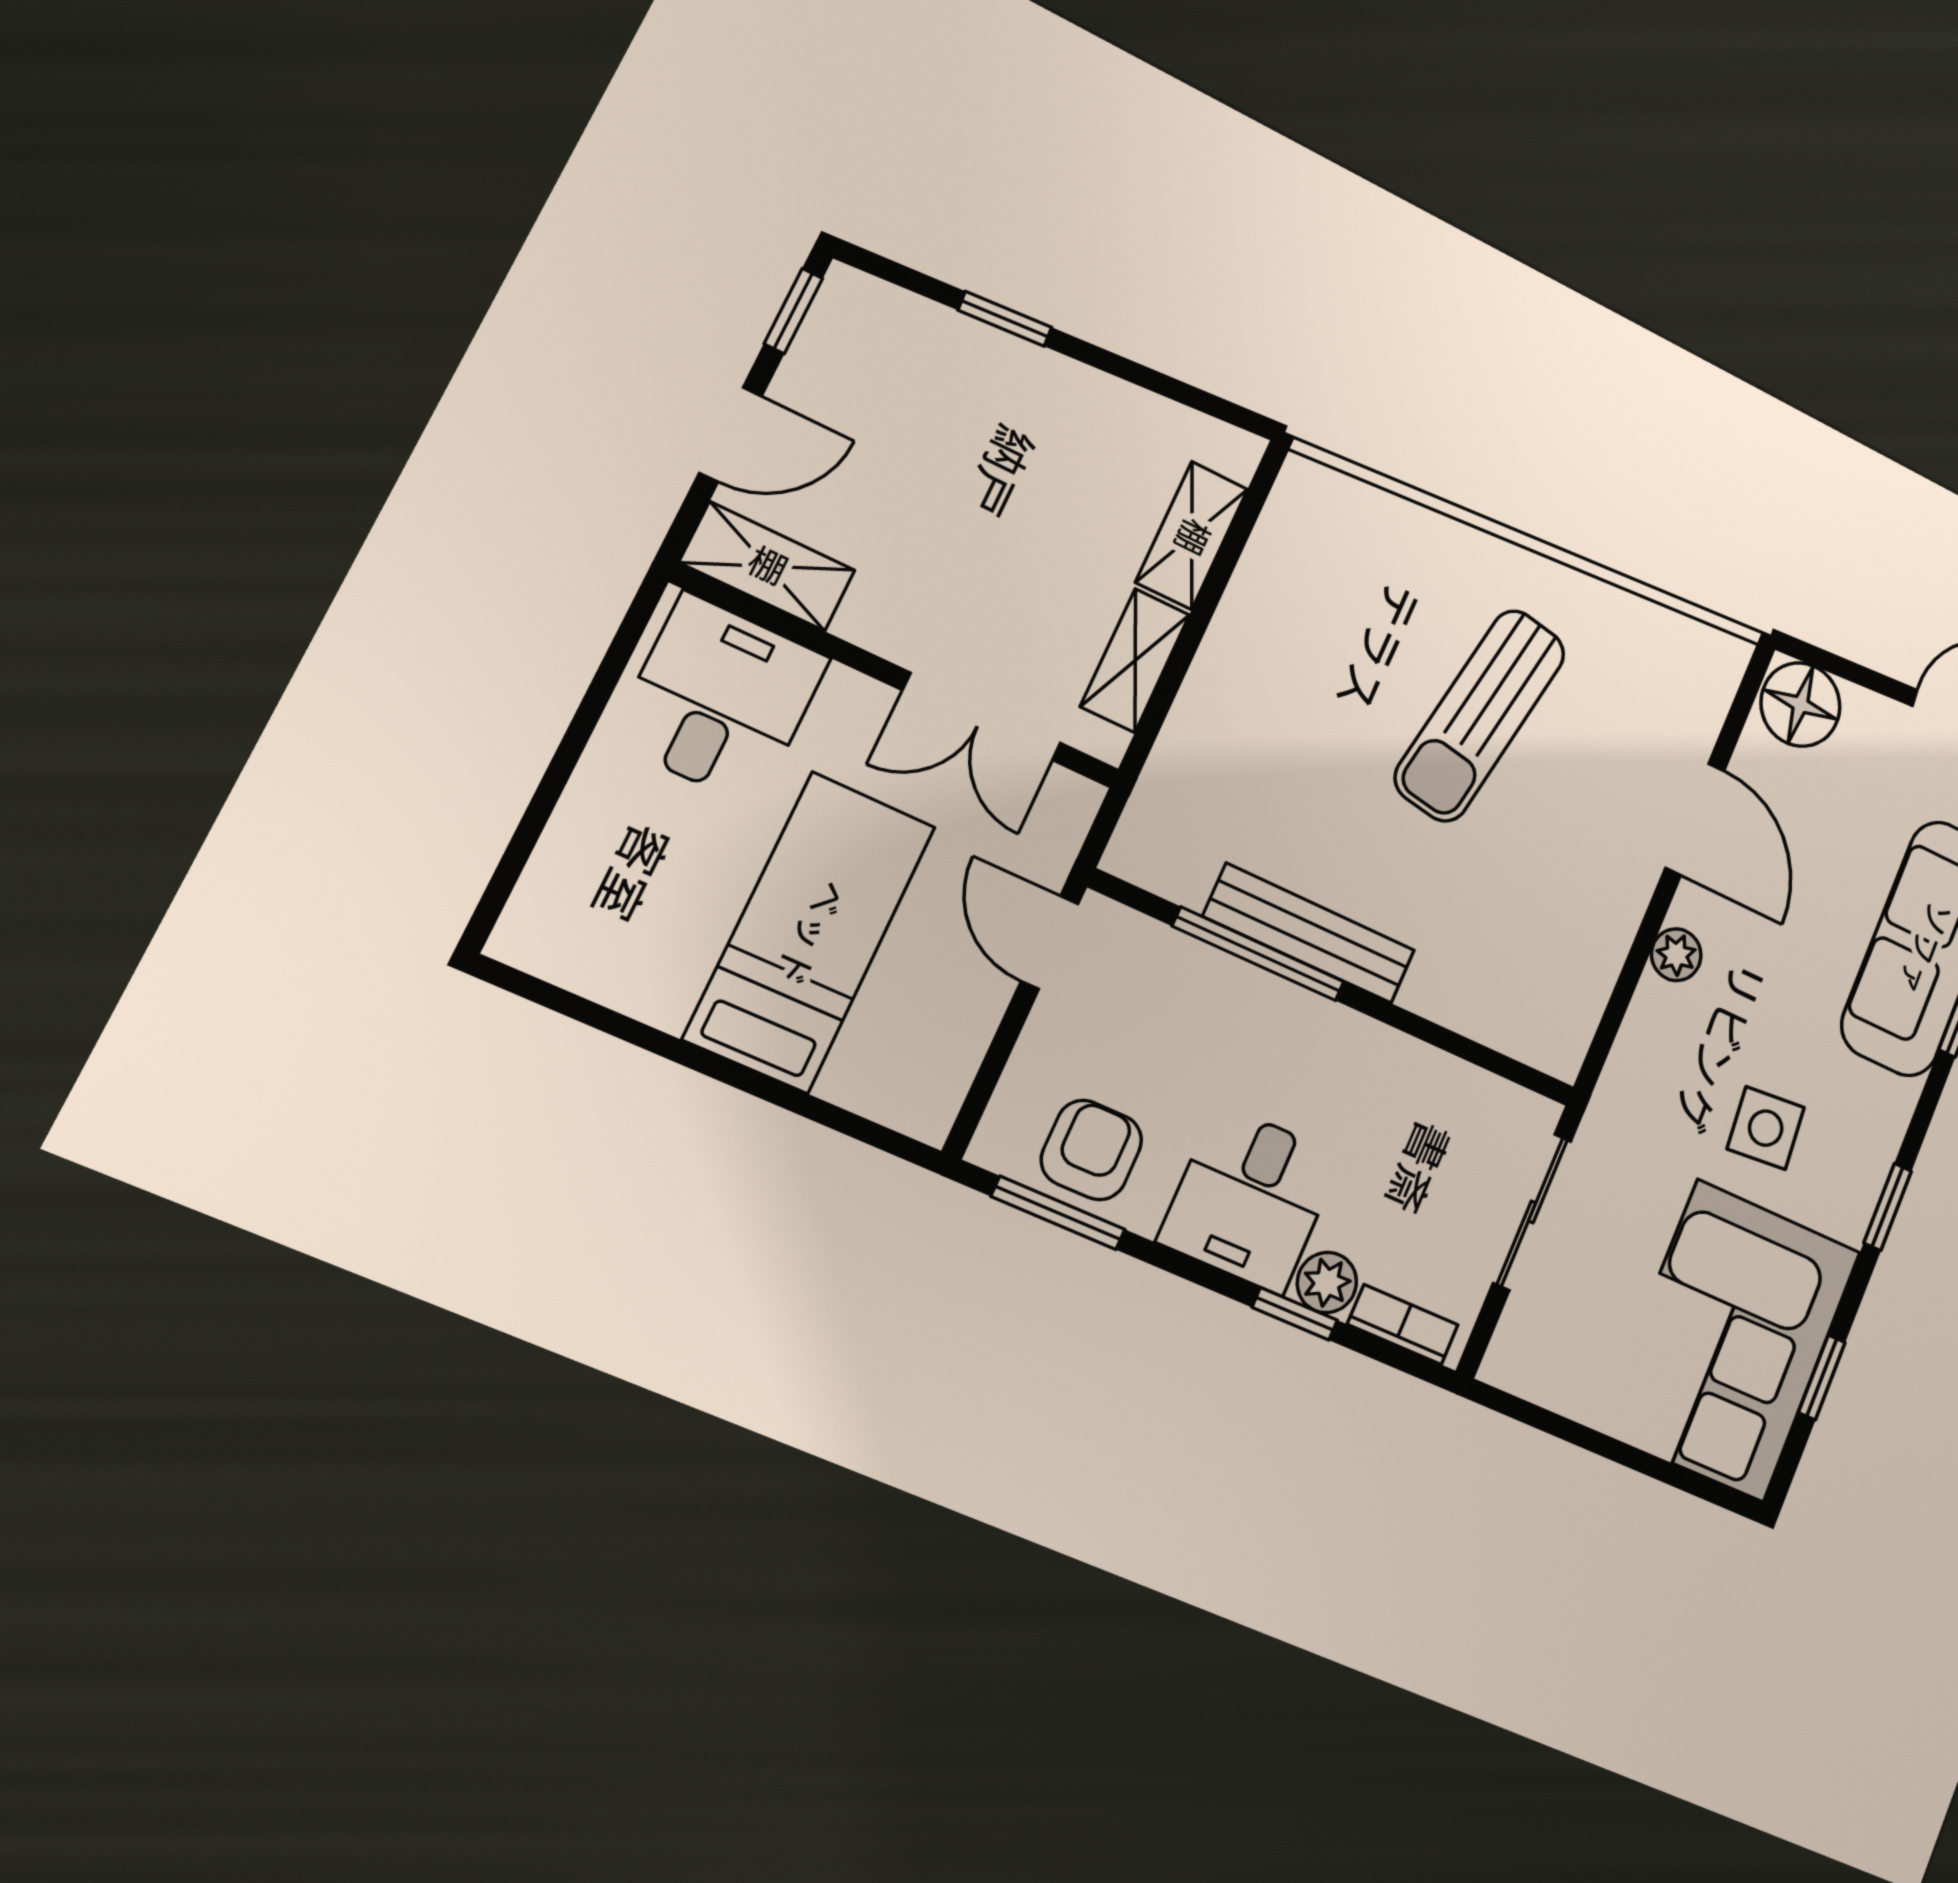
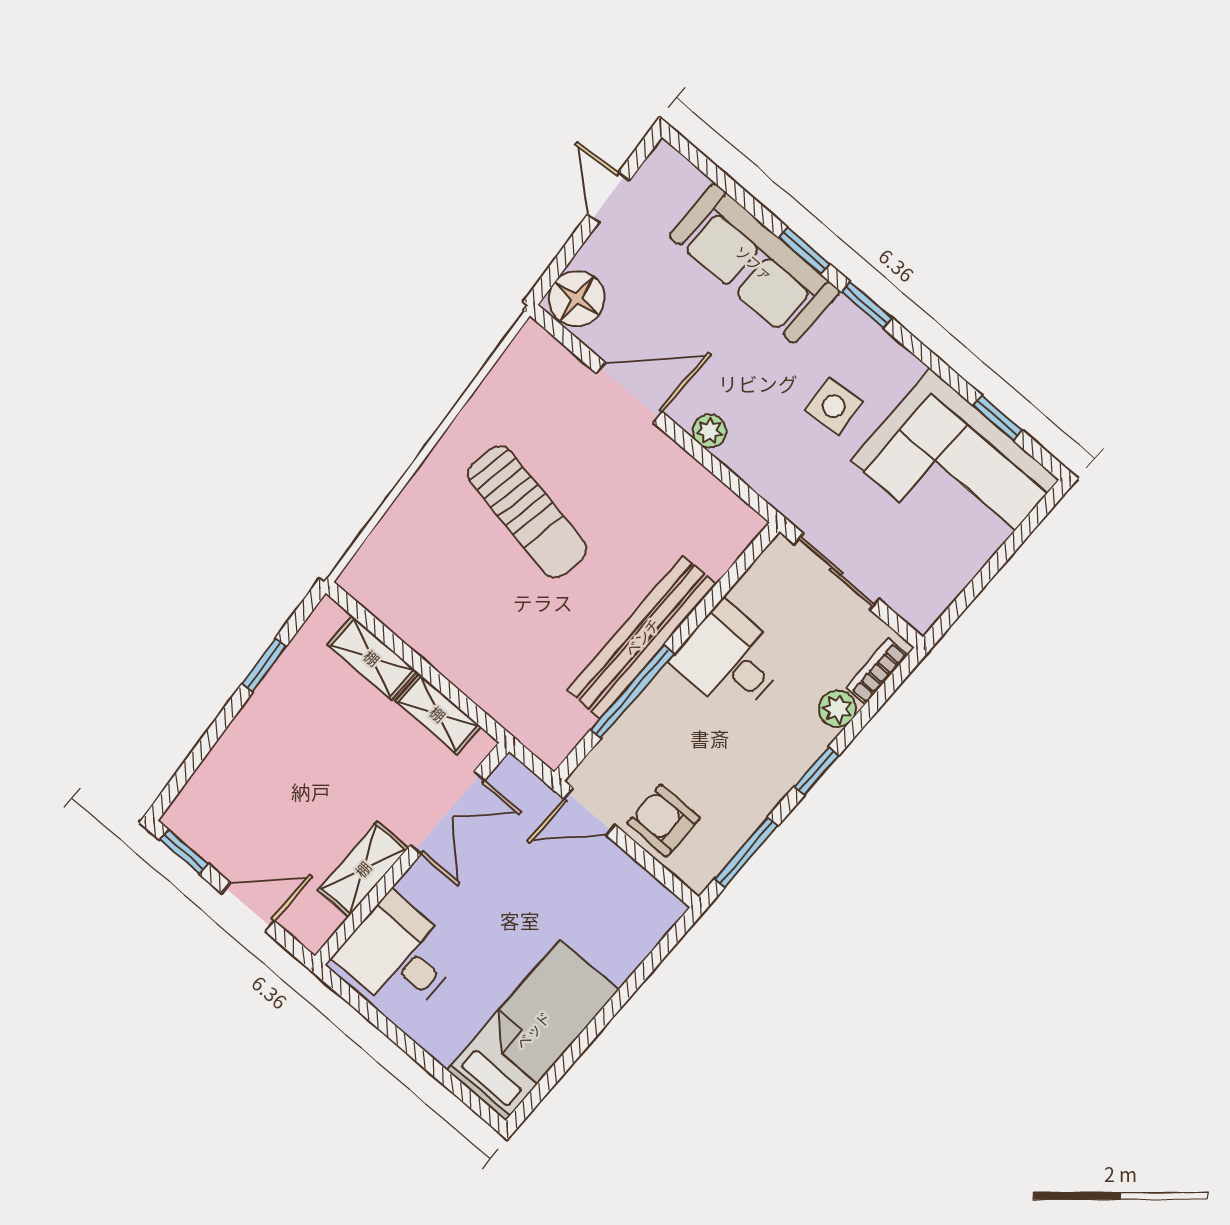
window: (1005, 319) -> (264, 665), moved
door: (731, 434) -> (248, 907), hinge flipped
shelving: (767, 566) -> (363, 869), moved
bed: (810, 932) -> (533, 1030), moved, turned 90
bench: (1309, 933) -> (642, 637), width x1.37, depth x1.21
armchair: (1091, 1150) -> (663, 821), moved
desk: (1250, 1199) -> (730, 660), moved, turned 180
window: (1888, 1207) -> (867, 305), moved
window: (1295, 1314) -> (817, 771), moved

